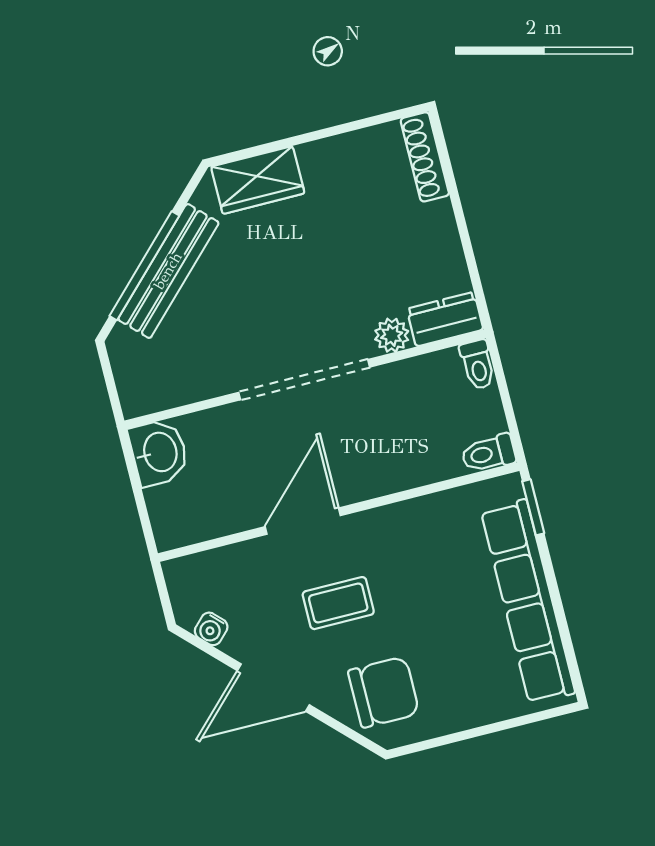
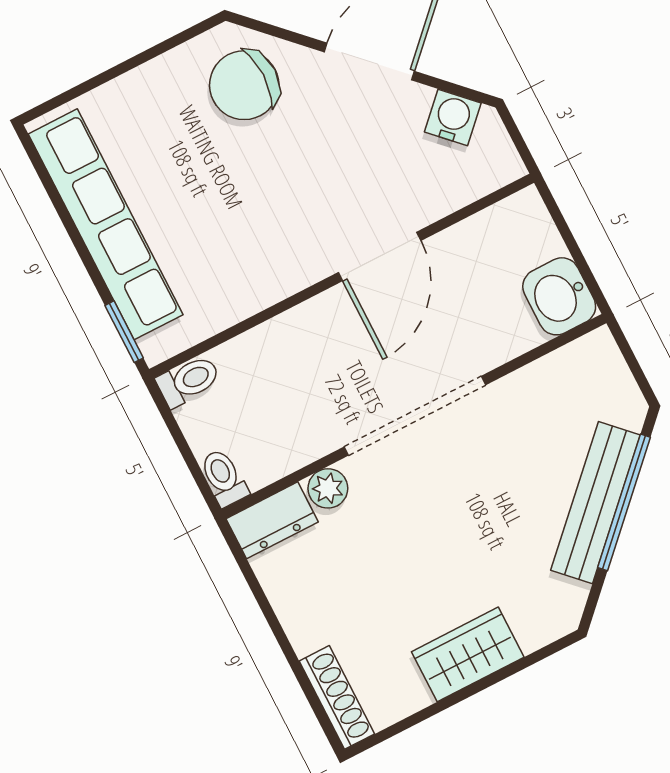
wardrobe: (258, 180) -> (468, 654), moved
coffee table: (338, 603) -> (318, 174), removed
water cooler: (211, 629) -> (453, 117), width x1.38, depth x1.38

